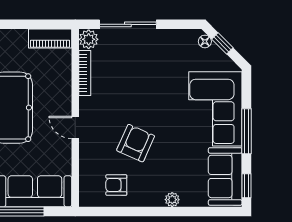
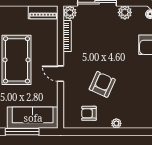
plant: (168, 39) -> (125, 12), added
plant: (172, 200) -> (116, 123), moved

